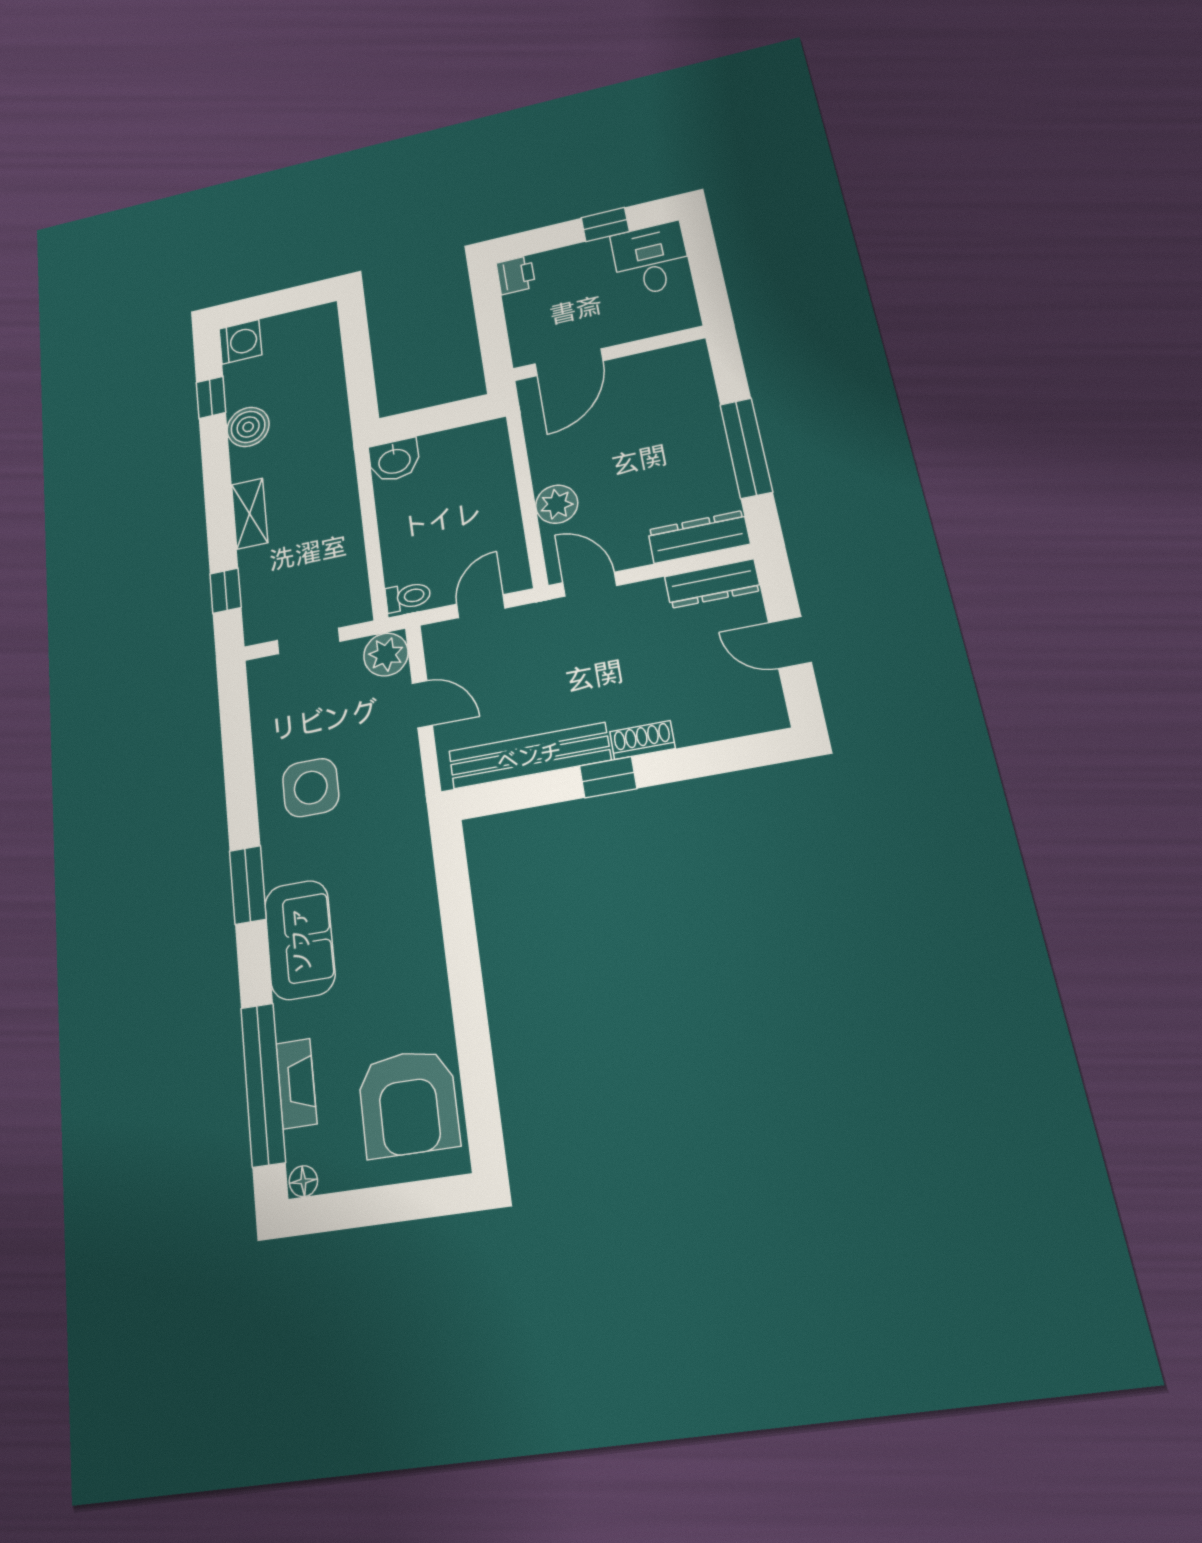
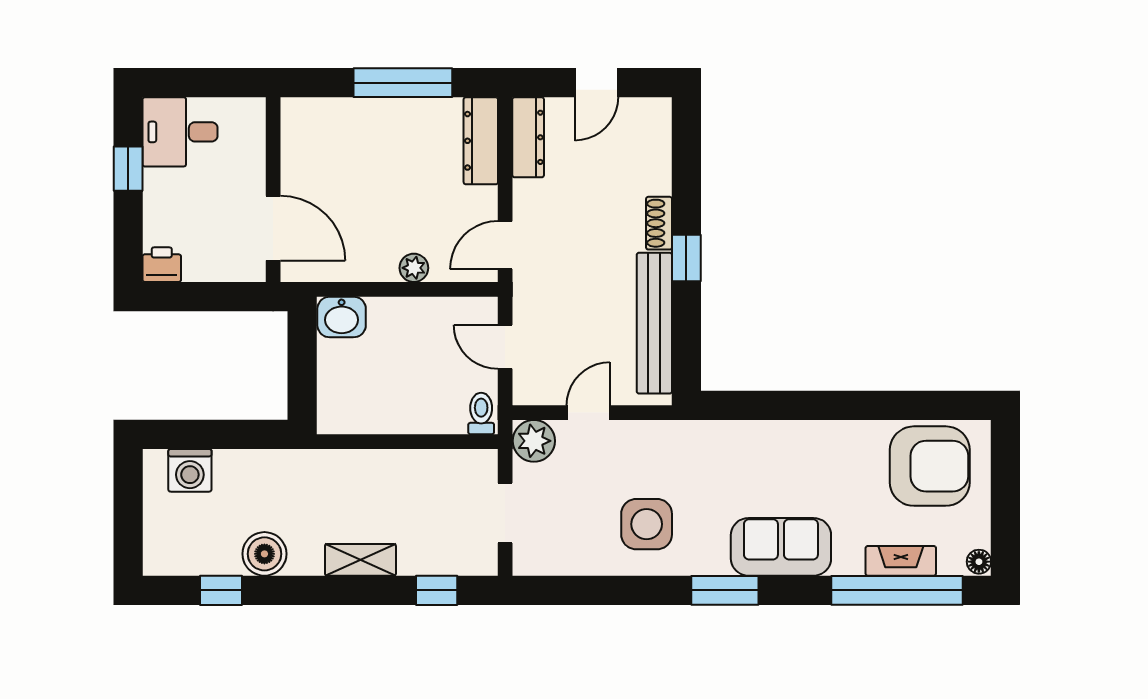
washing machine: (240, 342) -> (190, 470), moved, turned 180
washbasin: (394, 460) -> (342, 317), moved, turned 90
plant: (557, 504) -> (414, 268), width x0.73, depth x0.73

